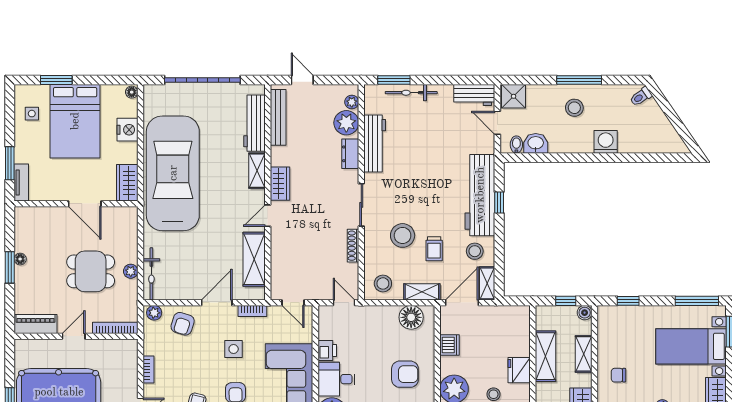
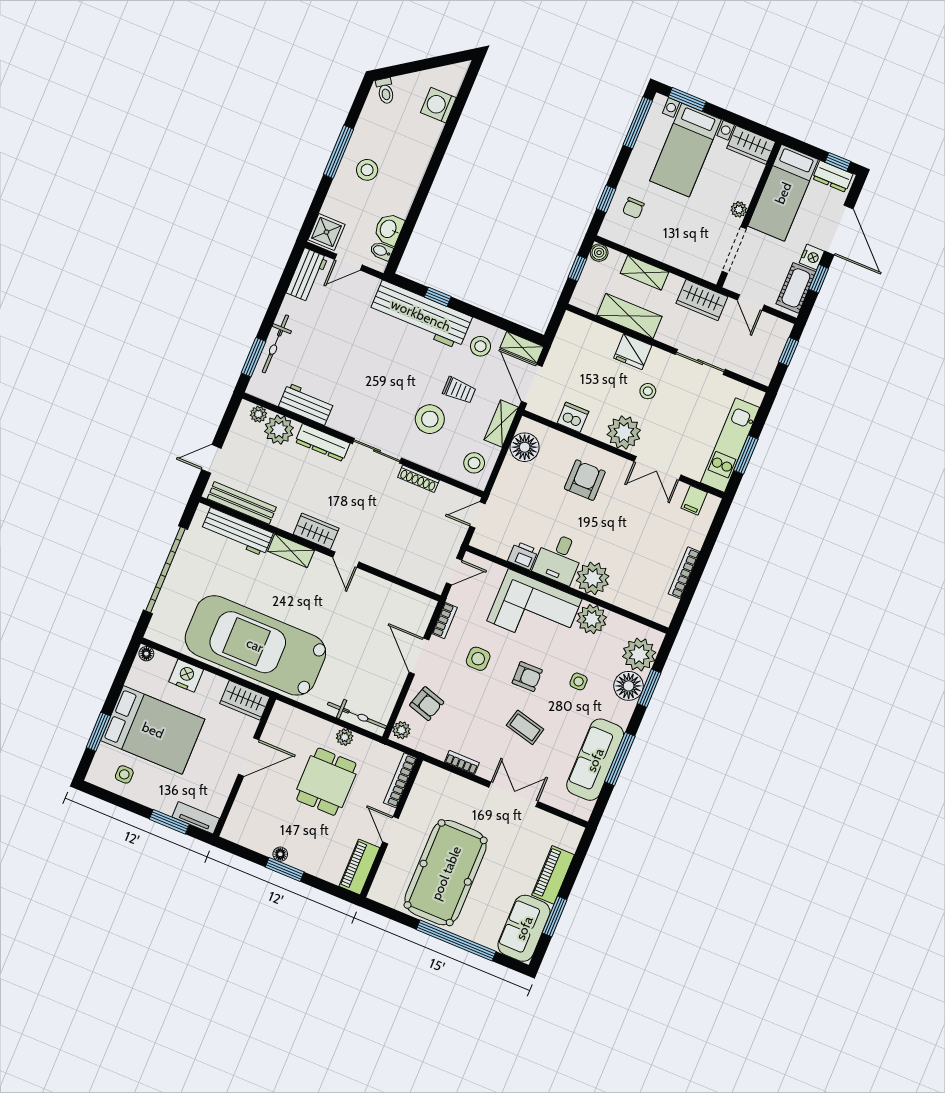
washing machine: (606, 142) -> (438, 105), moved
workbench: (375, 143) -> (306, 404), width x0.73
dresser: (350, 154) -> (323, 443), width x1.44
shelving: (254, 259) -> (388, 595), removed
chair: (618, 375) -> (633, 208), moved

